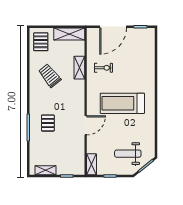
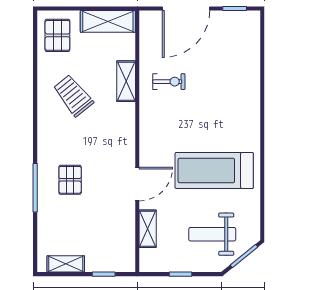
treadmill: (122, 103) -> (214, 170), moved
shelving: (92, 164) -> (148, 229), moved

